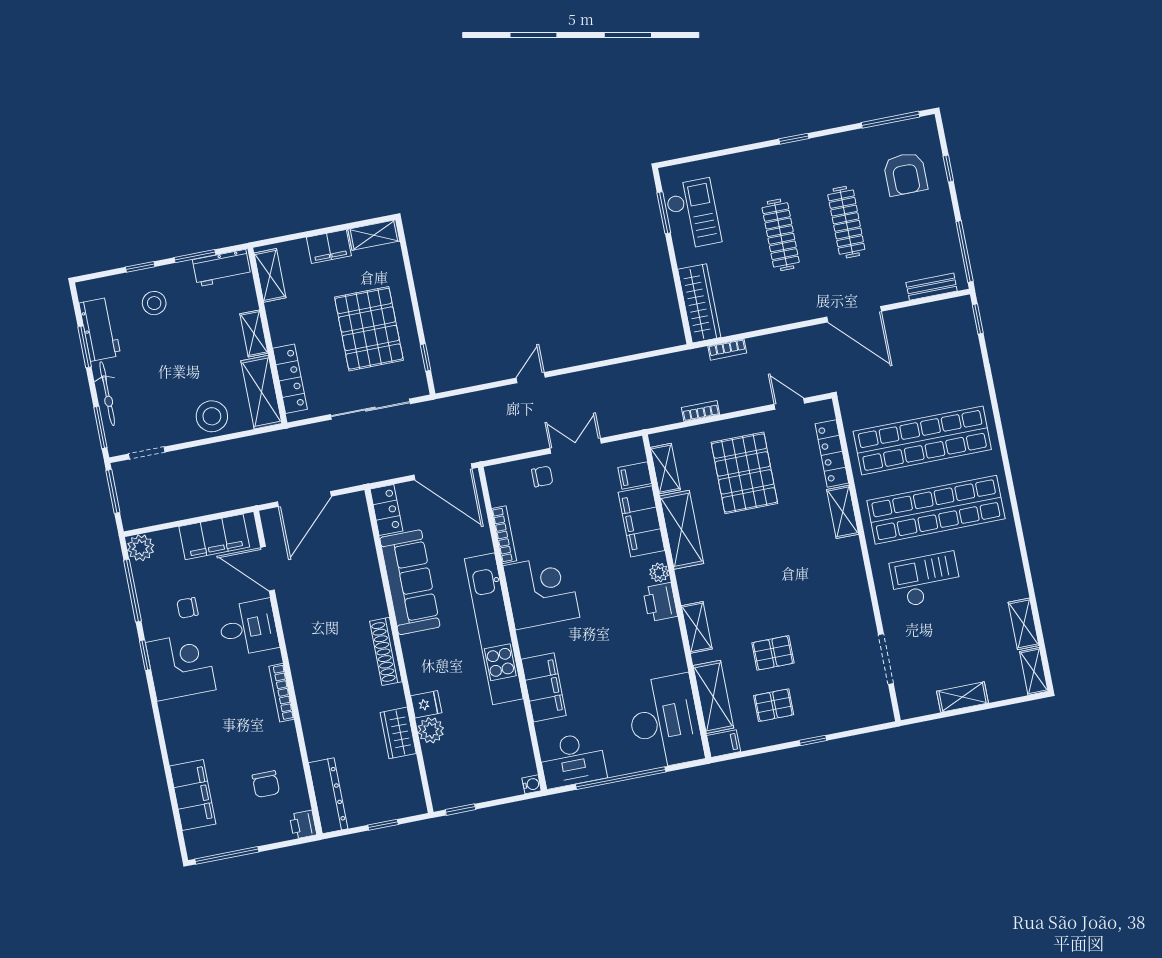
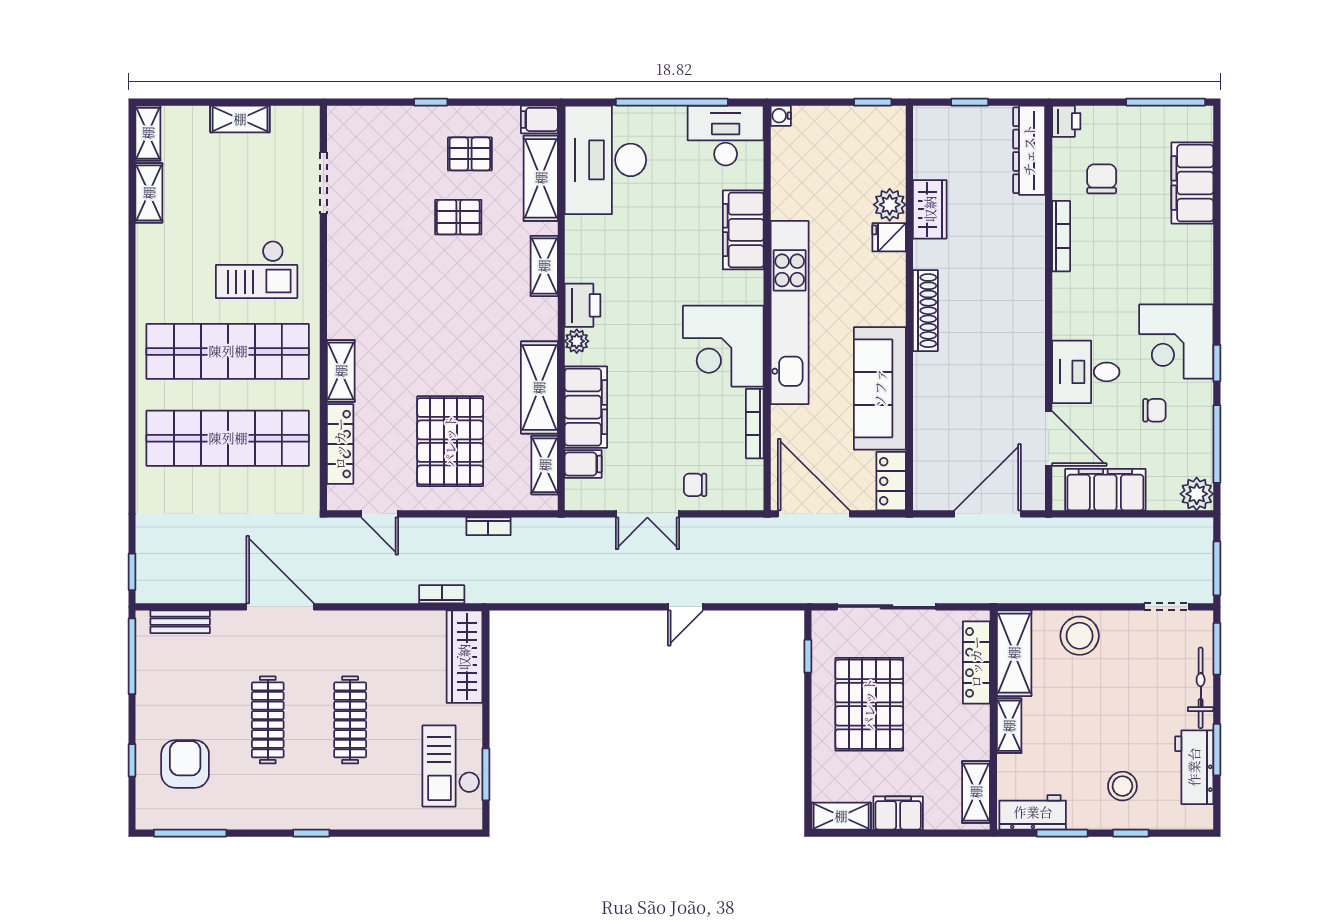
bookcase: (281, 693) -> (1061, 236), moved

